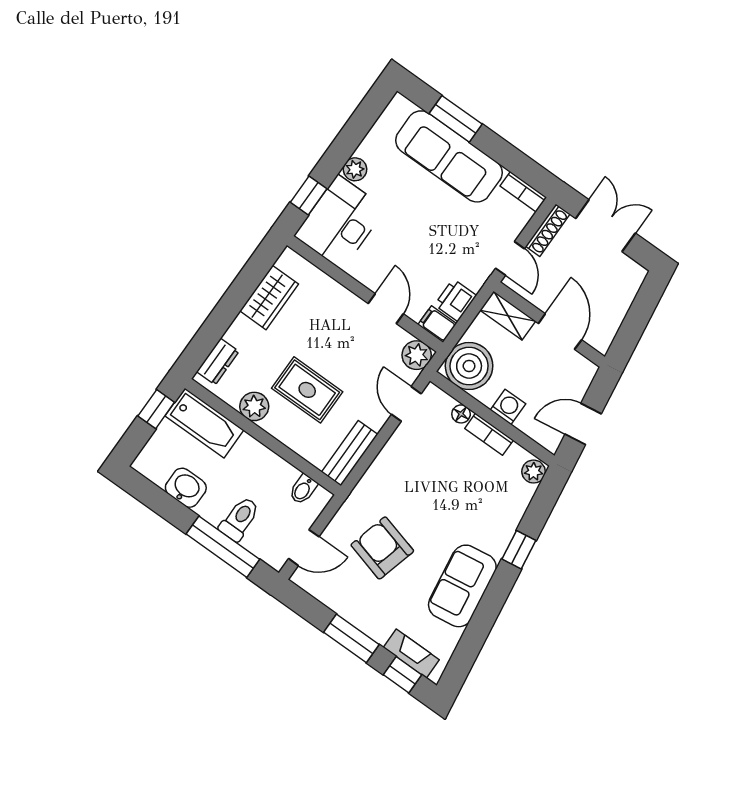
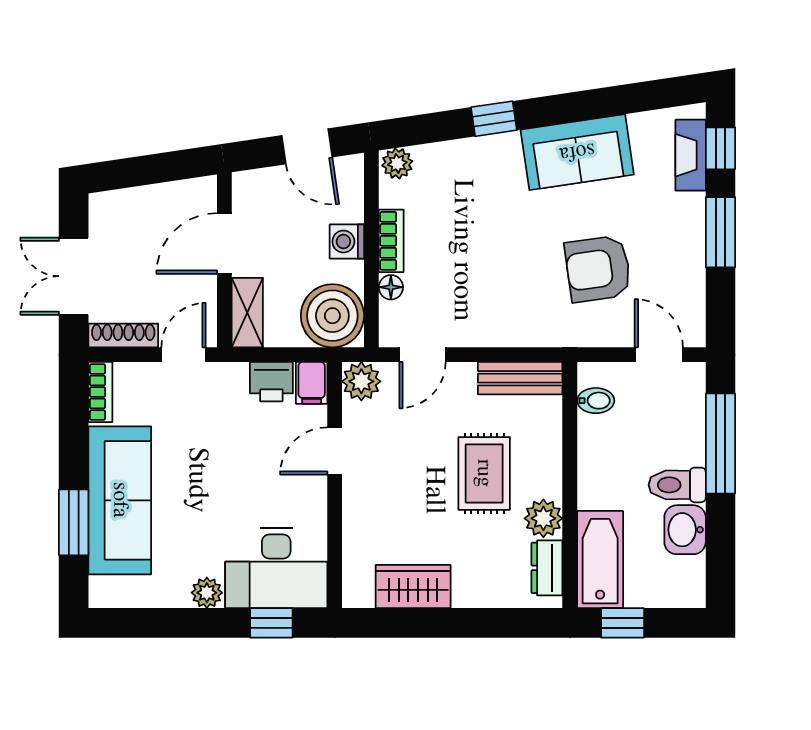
dresser: (218, 362) -> (547, 568), moved, turned -90
toilet: (240, 519) -> (677, 485), moved
armchair: (382, 548) -> (598, 269), turned 67

